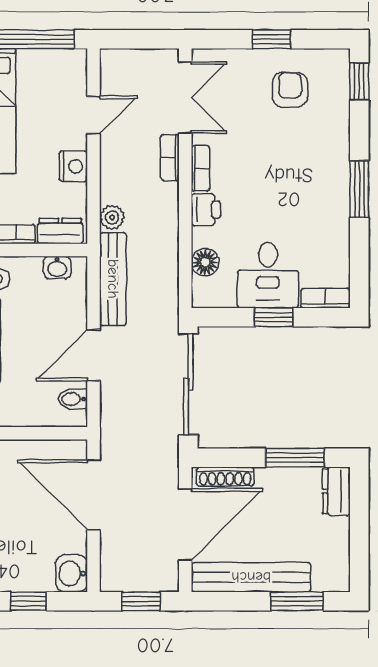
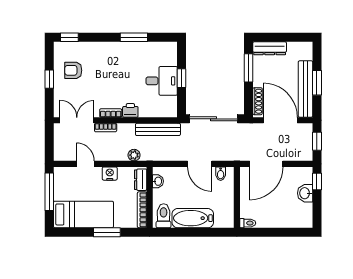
window: (359, 189) -> (134, 37), moved
floor lamp: (205, 262) -> (155, 111), removed
bench: (113, 279) -> (158, 129), moved
bookcase: (325, 298) -> (173, 53), removed
dresser: (336, 491) -> (270, 48), width x1.44
washbasin: (72, 573) -> (305, 193), moved, turned 90
window: (28, 601) -> (317, 182), moved
window: (297, 601) -> (317, 83), moved

